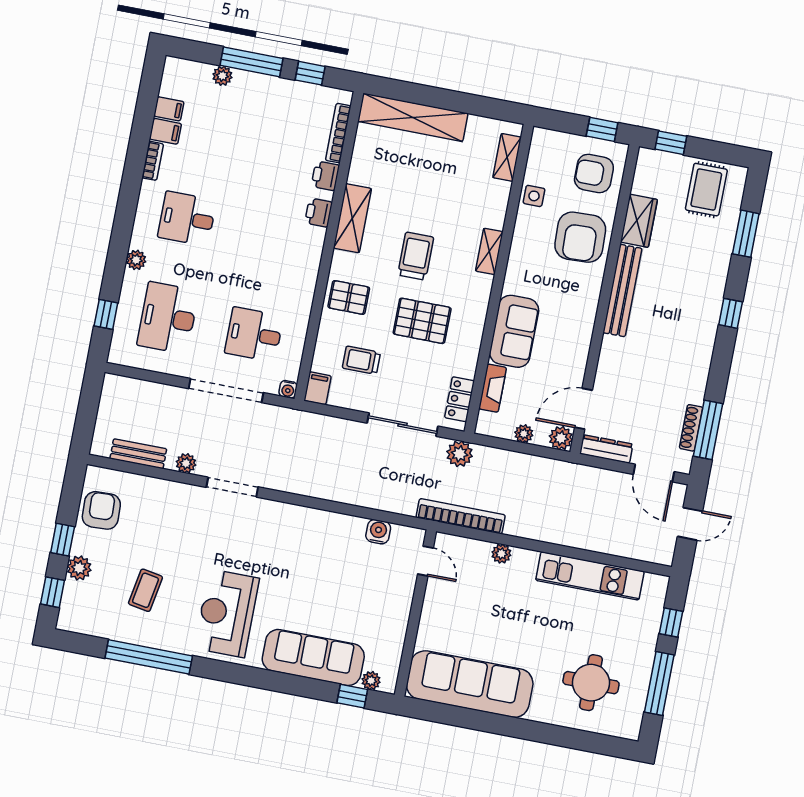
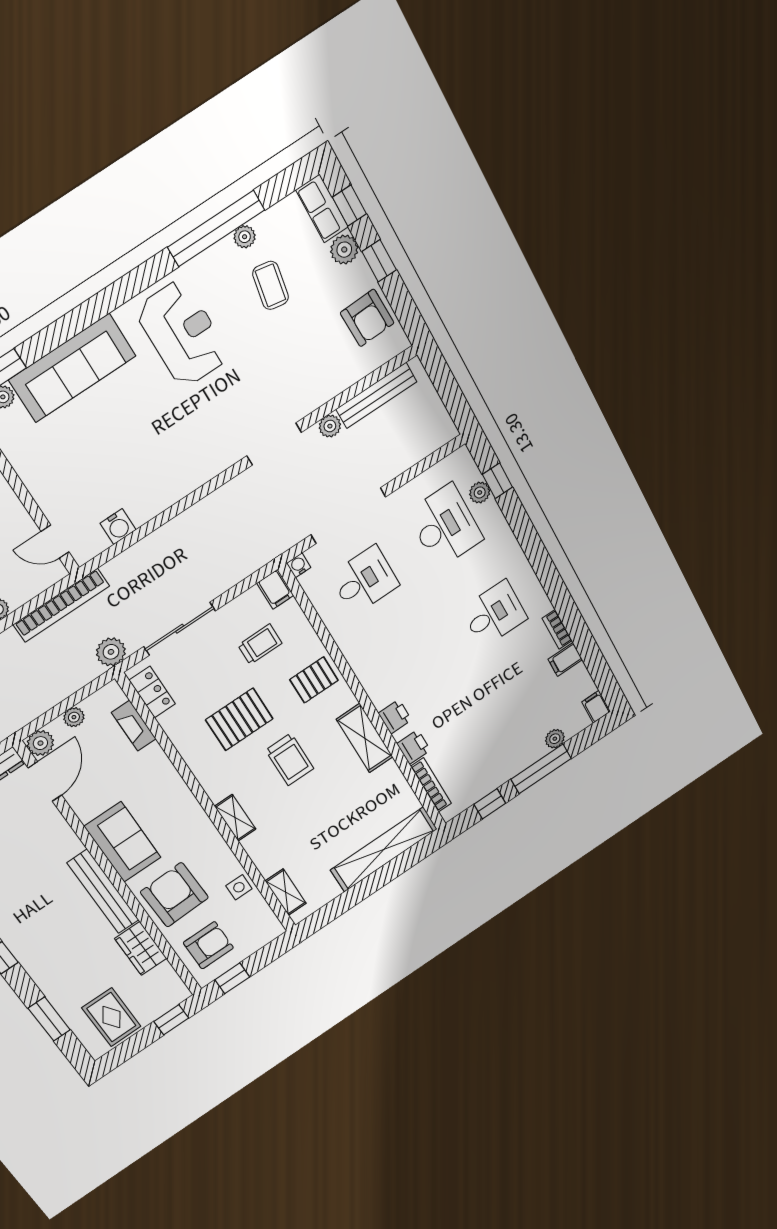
filing cabinet: (169, 109) -> (596, 707), moved, turned 90
plant: (136, 260) -> (480, 492), moved
sofa: (514, 331) -> (123, 842), moved, turned 180
bench: (138, 454) -> (376, 395), width x1.36
row of seats: (72, 607) -> (322, 208), added
plant: (135, 635) -> (245, 237), added

